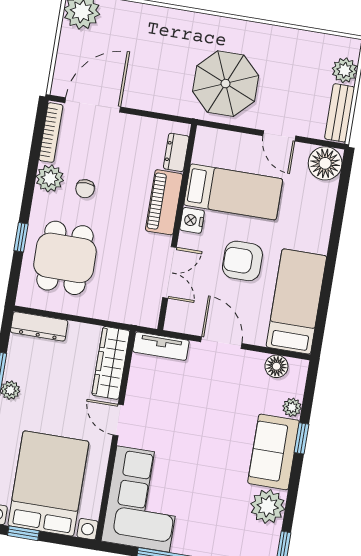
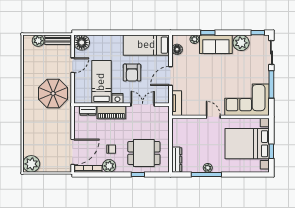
door: (93, 105) -> (73, 152), swing flipped
wardrobe: (111, 363) -> (188, 124), removed
door: (118, 420) -> (213, 117), swing flipped

